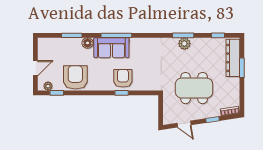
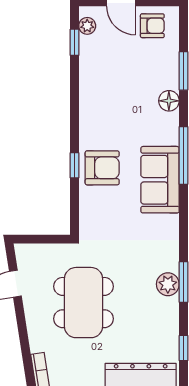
sofa: (111, 48) -> (160, 180), moved
armchair: (75, 77) -> (152, 26), moved, width x0.53, depth x0.53
window: (213, 120) -> (24, 338), removed

